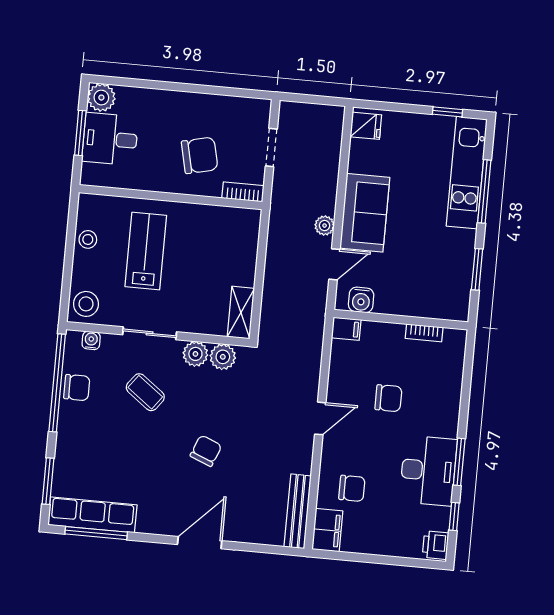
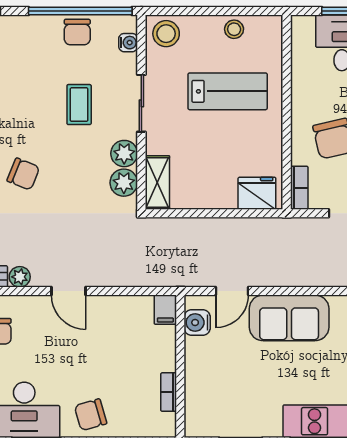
plant: (325, 226) -> (20, 277), moved
fridge: (244, 232) -> (257, 193), added
door: (334, 264) -> (232, 291), hinge flipped
shelving: (241, 313) -> (157, 183), moved, turned 90
coffee table: (145, 392) -> (79, 105), turned -37
chair: (388, 398) -> (91, 415), moved, turned 74

